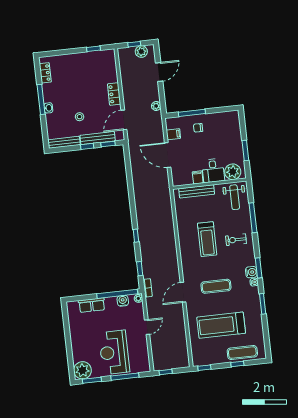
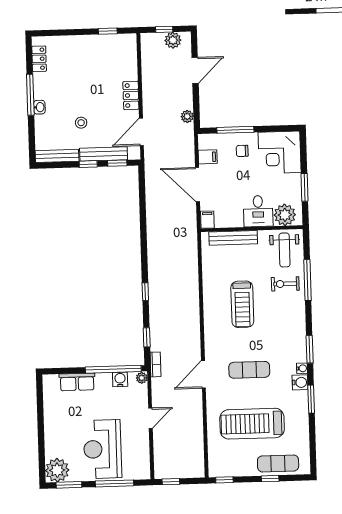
corner desk: (225, 127) -> (280, 152), added
filing cabinet: (198, 177) -> (207, 220), moved
exercise bike: (236, 240) -> (285, 284), moved
water cooler: (251, 272) -> (300, 382), moved

